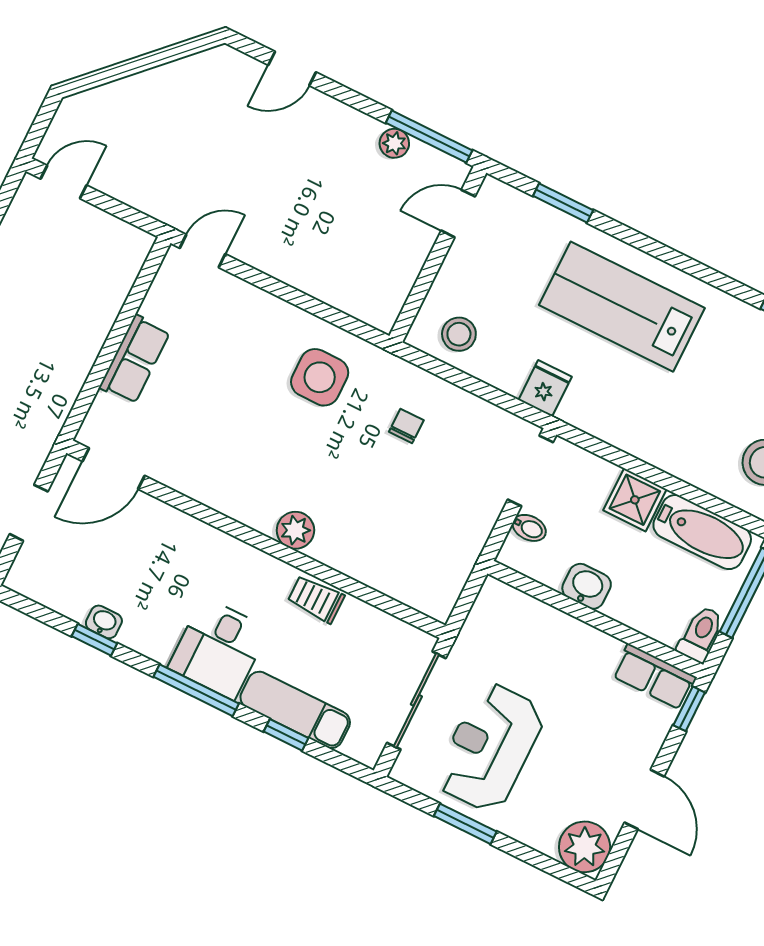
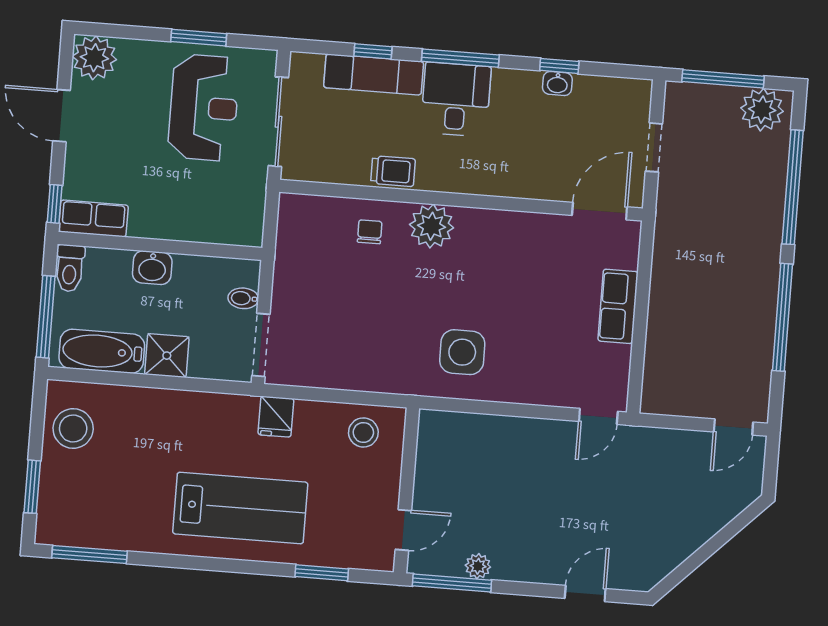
chair: (406, 426) -> (370, 232), moved, turned 180
plant: (295, 530) -> (432, 226), width x1.36, depth x1.36
washbasin: (587, 586) -> (152, 268), moved

